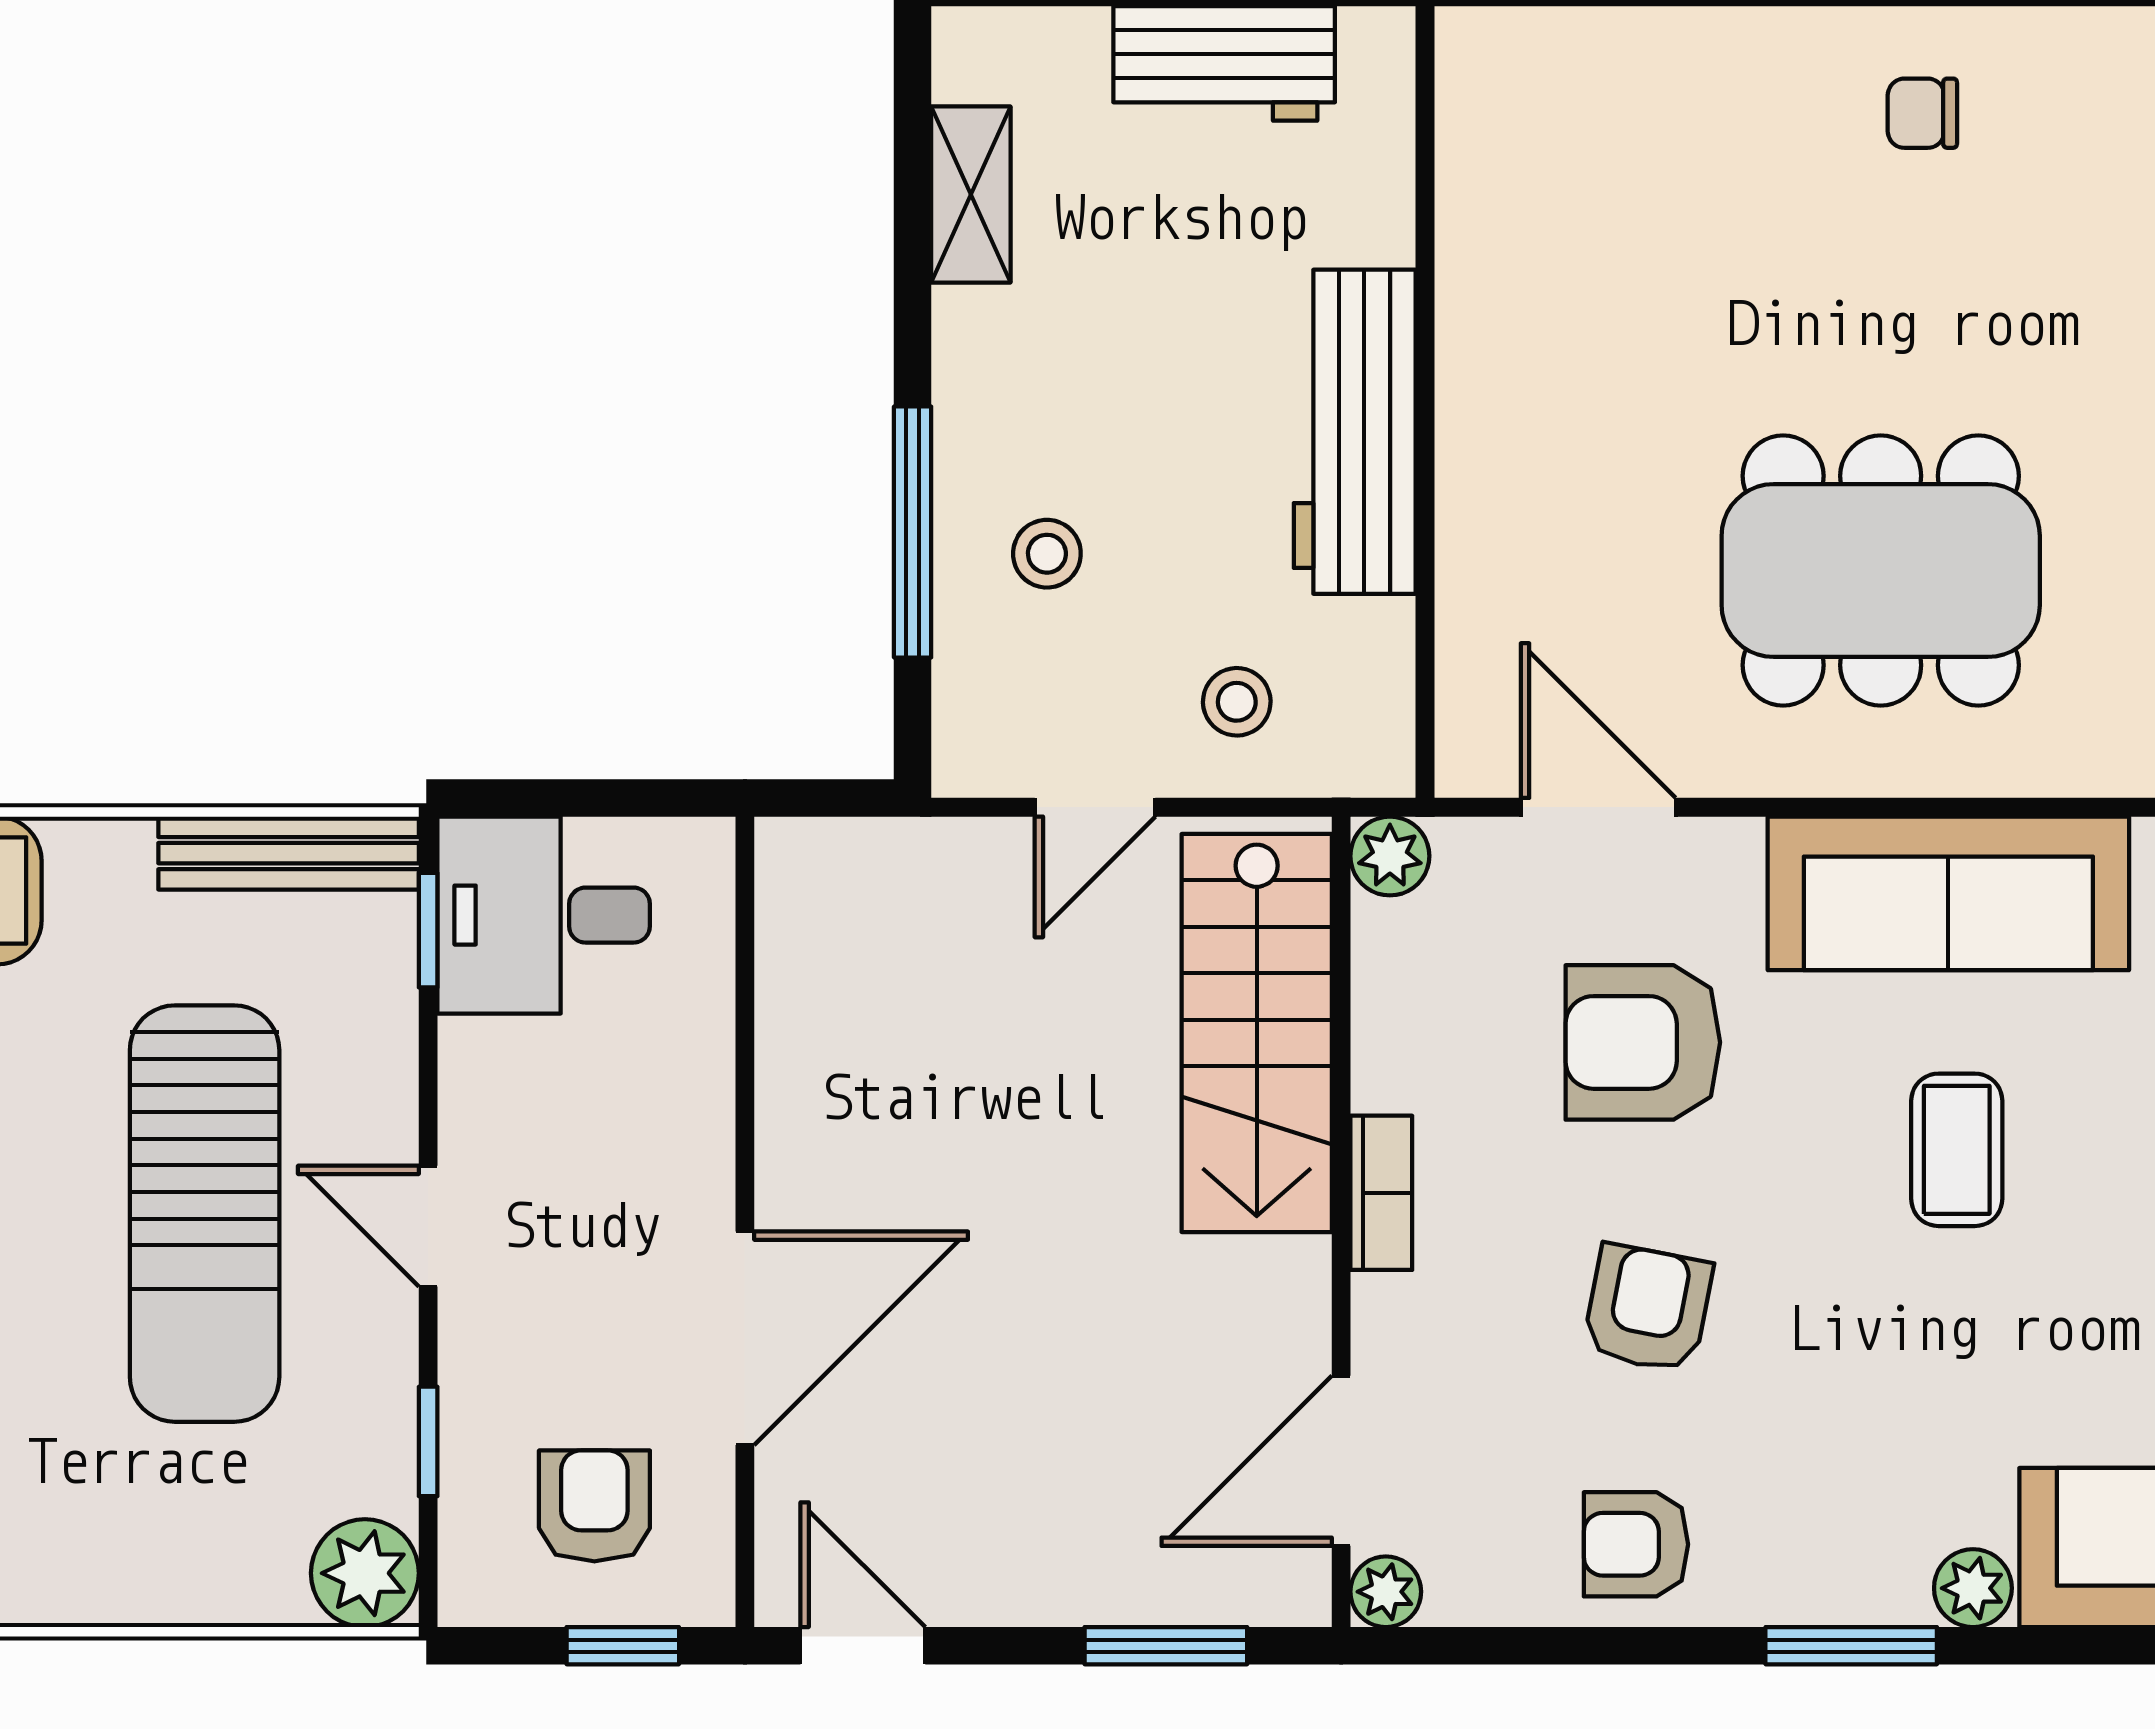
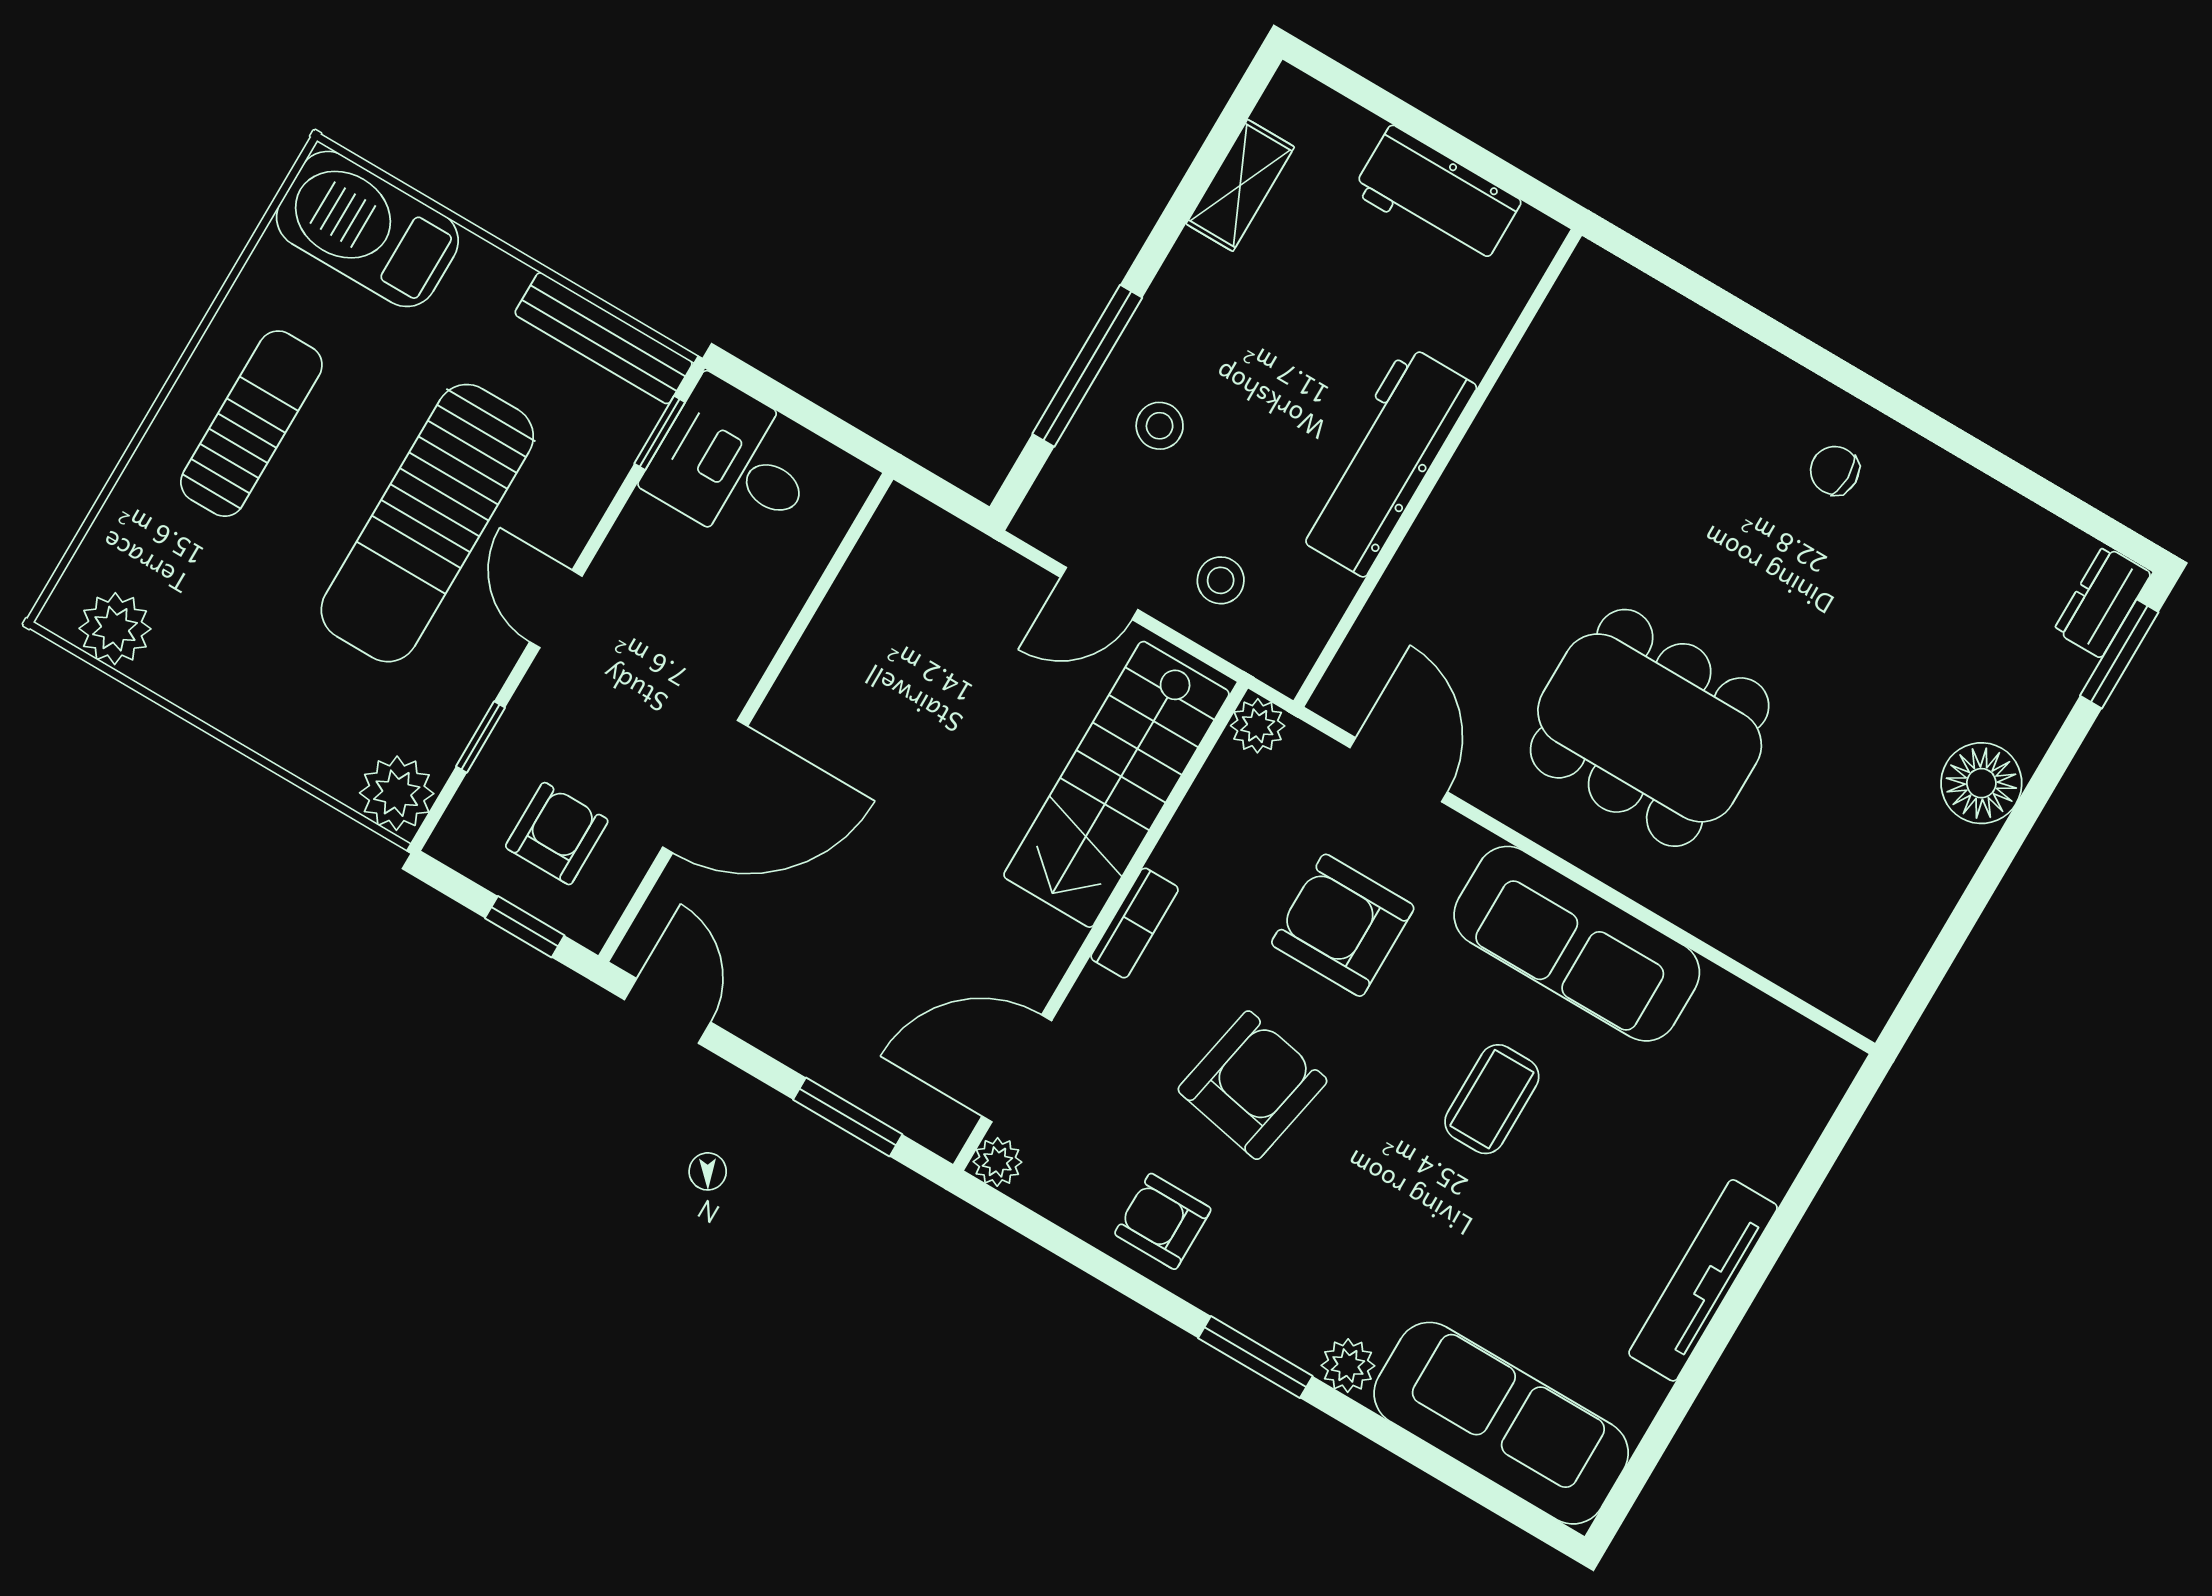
armchair: (1648, 1308) -> (1253, 1085), width x1.38, depth x1.38

